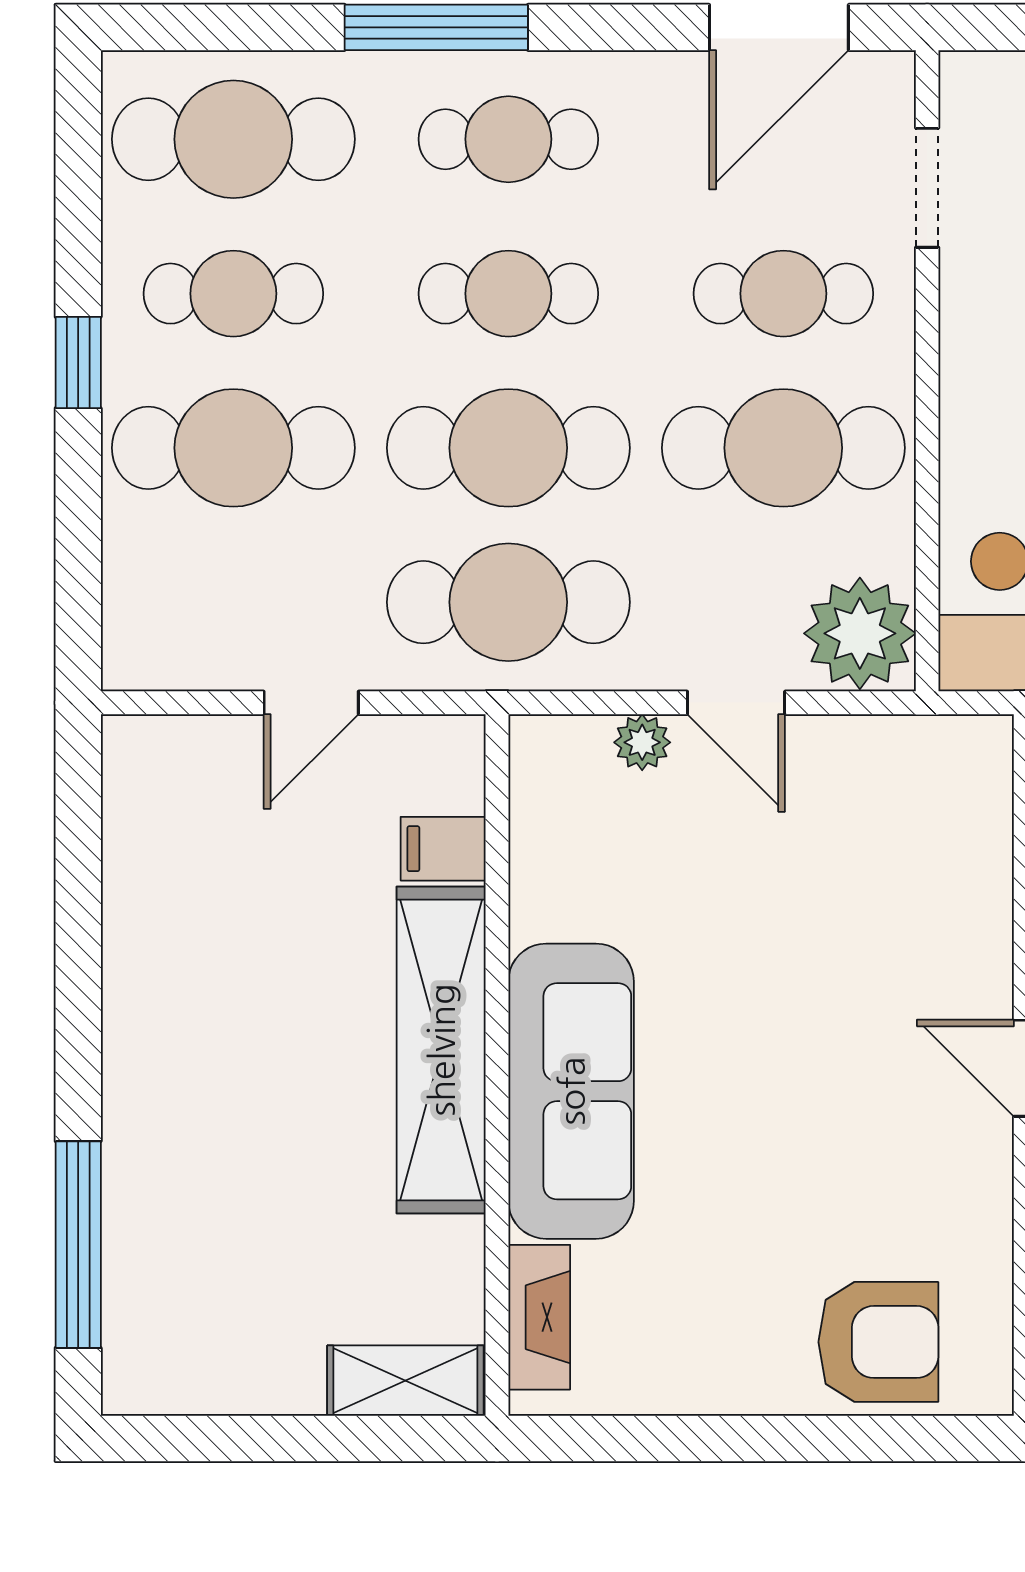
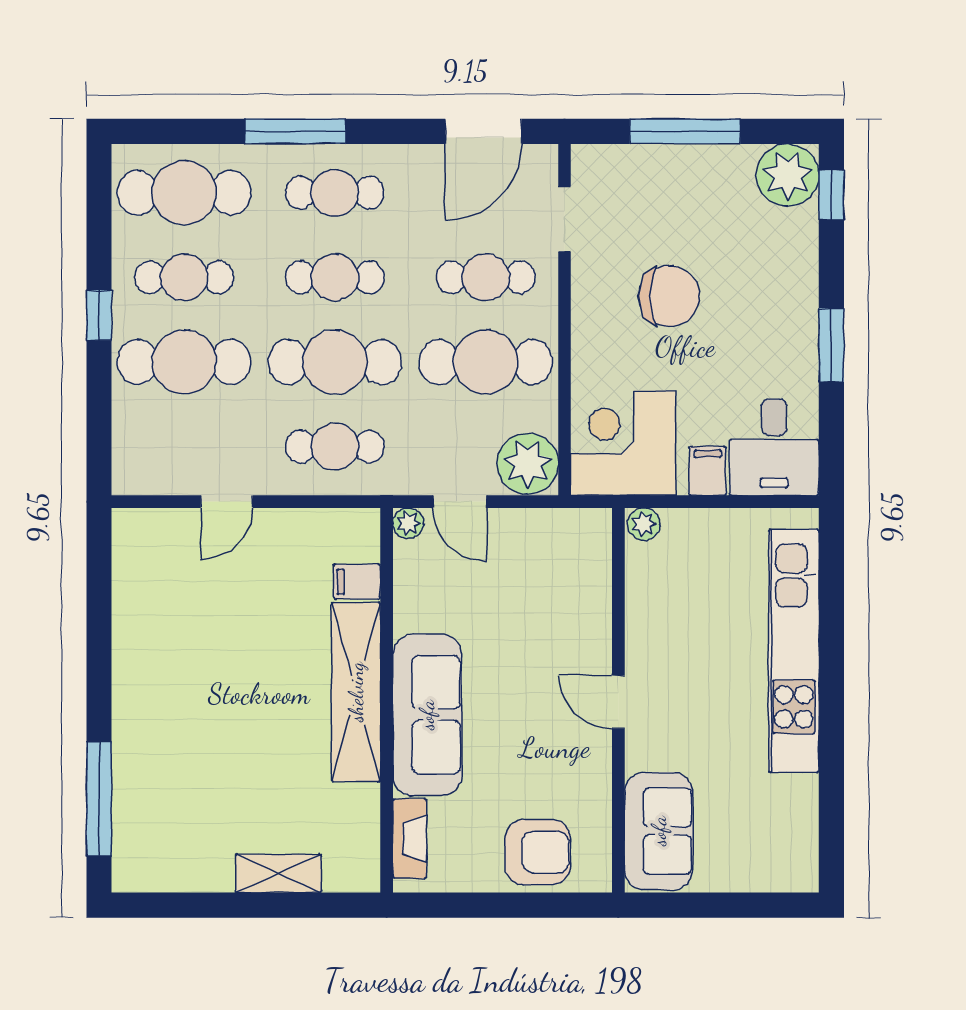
cafe table: (508, 602) -> (335, 447), width x0.73, depth x0.74
filing cabinet: (443, 849) -> (357, 582), moved
shelving: (441, 1050) -> (356, 692), moved
wall: (497, 1065) -> (387, 700), moved
sofa: (571, 1091) -> (427, 715), moved
fireplace: (539, 1317) -> (410, 839), moved

